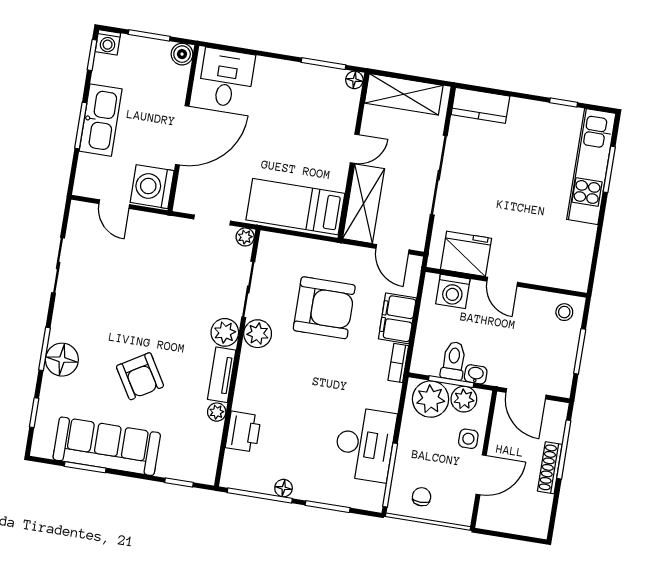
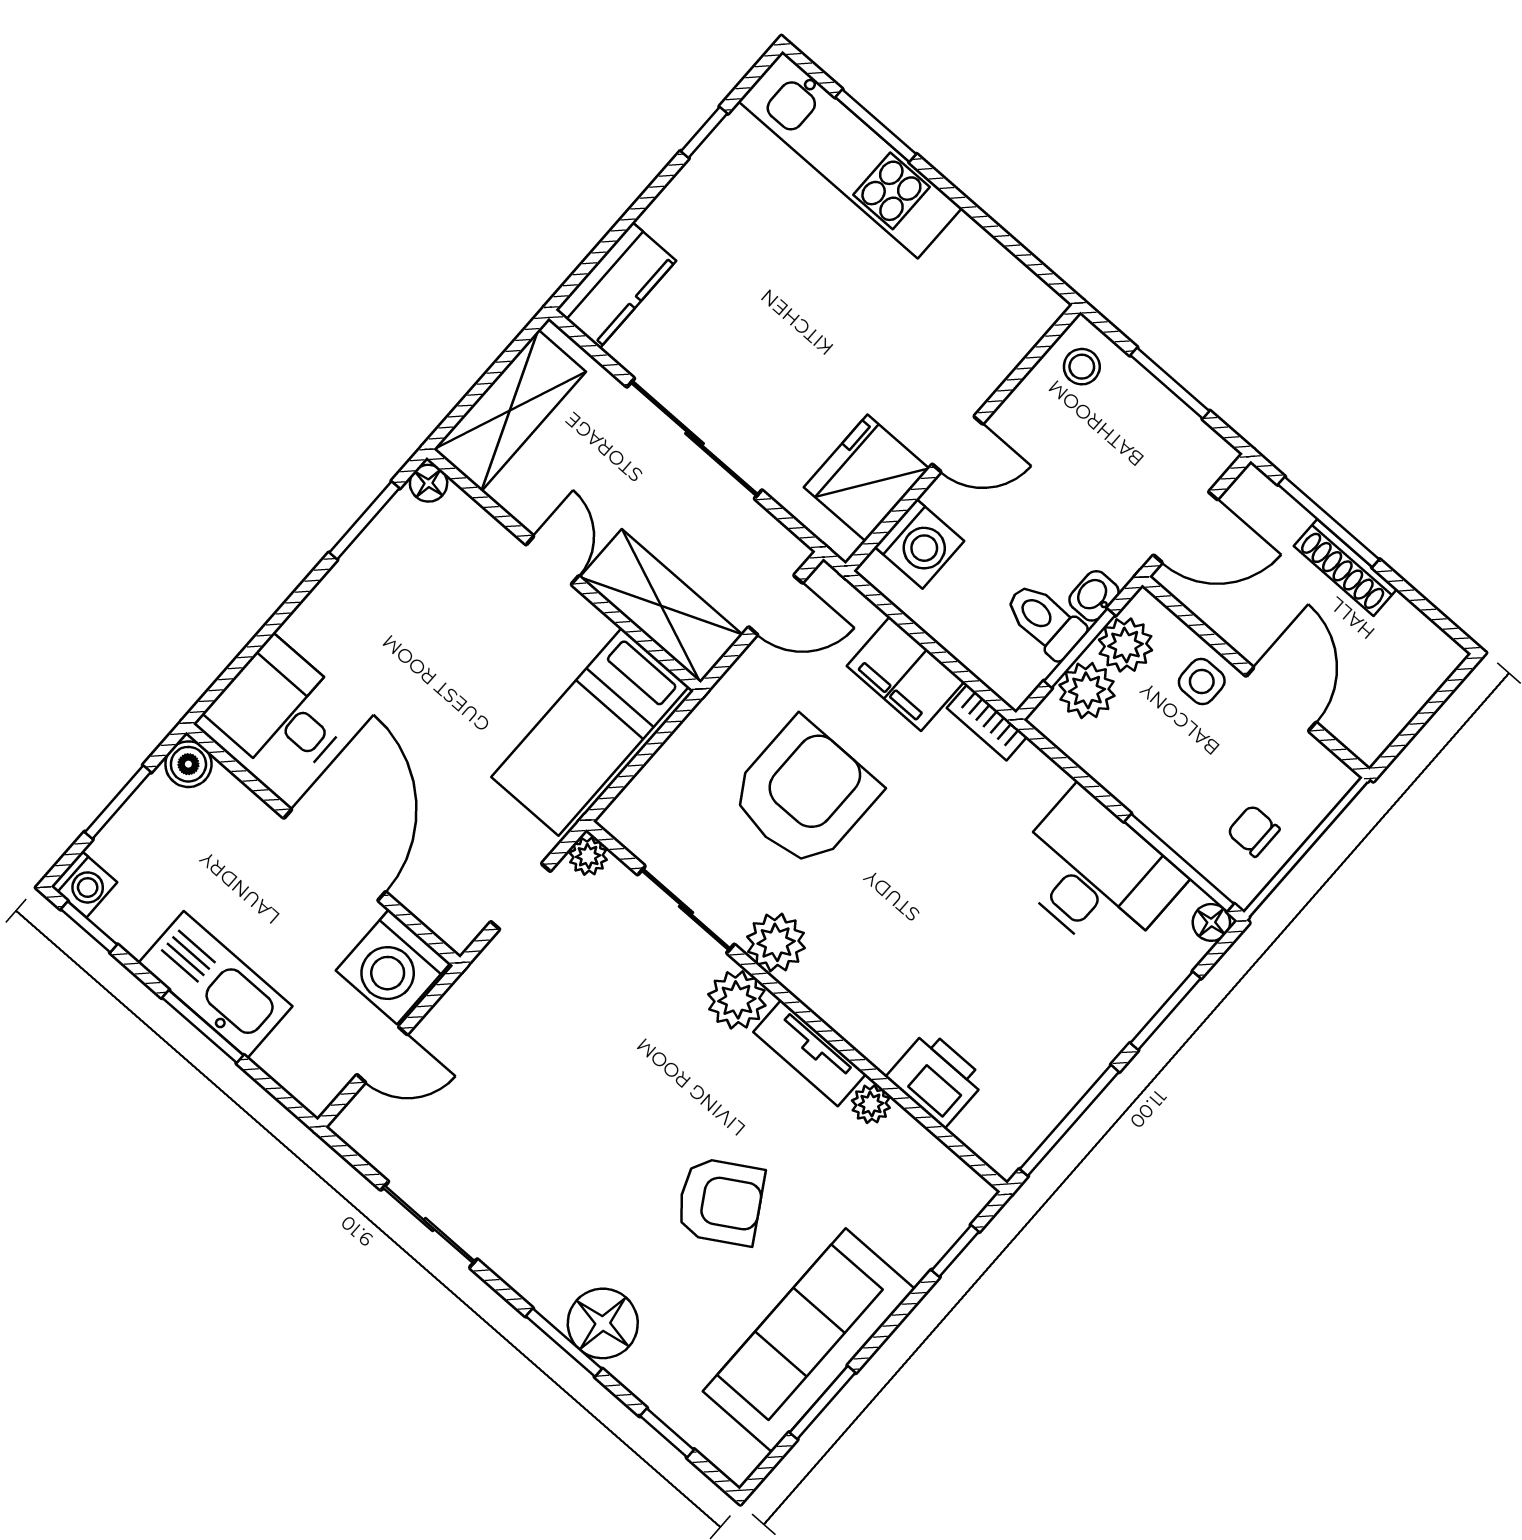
plant: (431, 399) -> (1087, 690), width x0.73, depth x0.73
floor lamp: (284, 488) -> (1211, 922), moved

